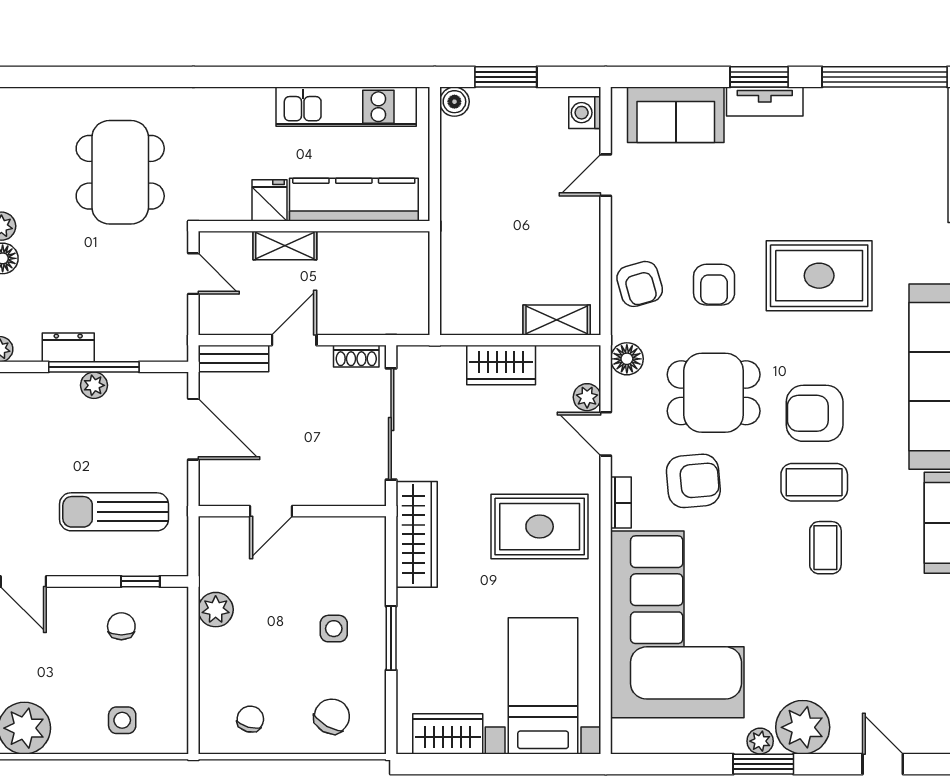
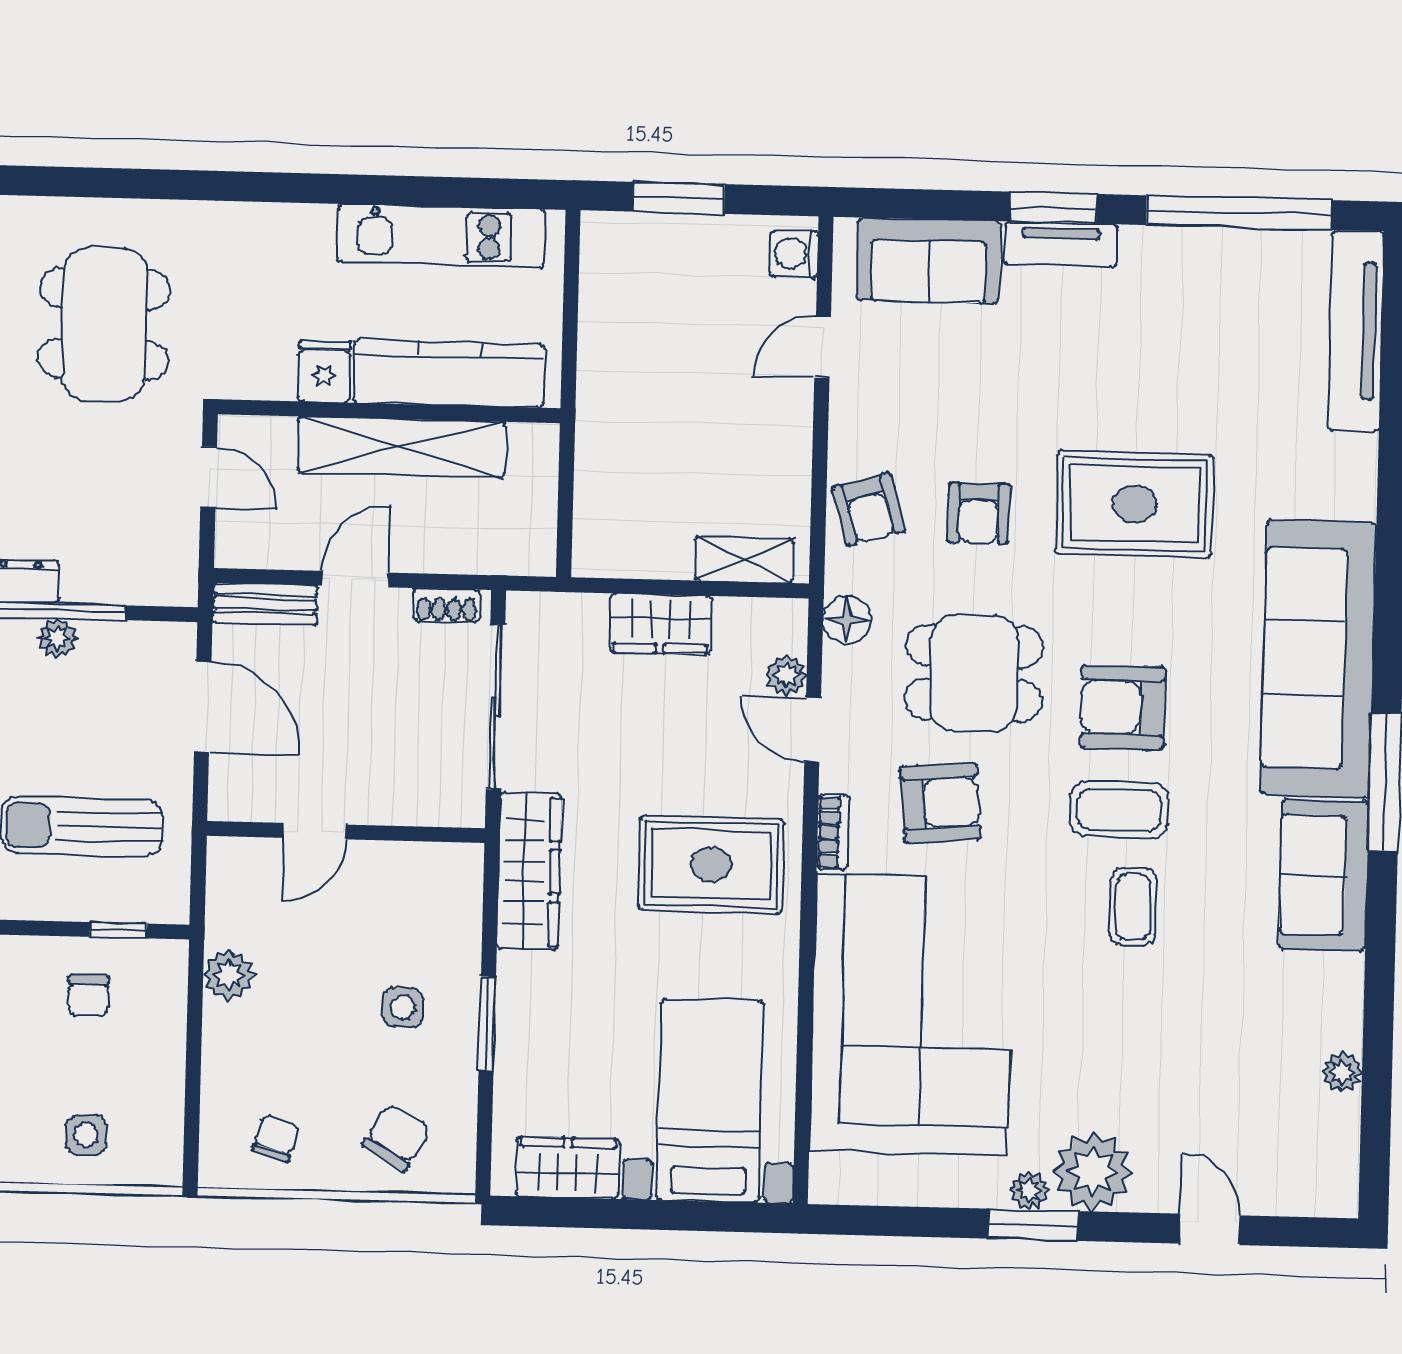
boiler: (454, 102) -> (602, 233), removed
shelving: (285, 245) -> (402, 447), width x2.20, depth x1.33
chair: (121, 626) -> (88, 996), turned 180

